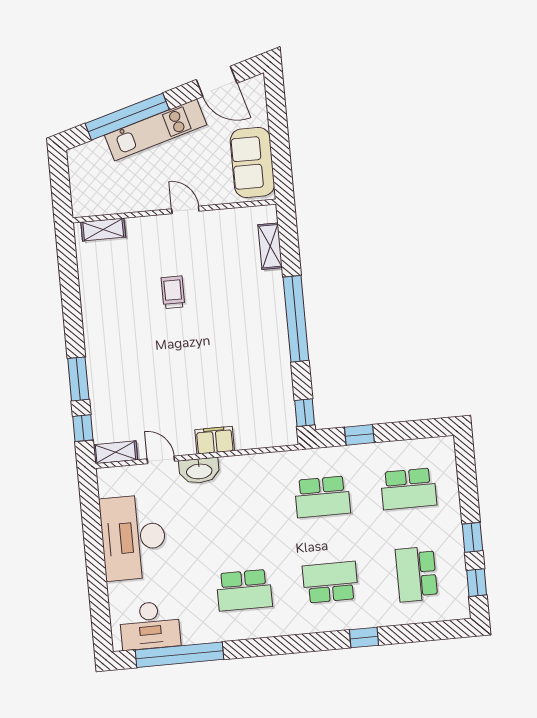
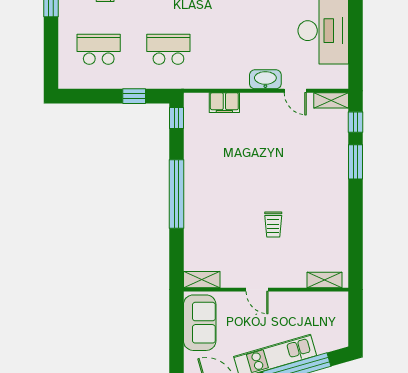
shelving: (270, 246) -> (202, 280), moved, turned 90
filing cabinet: (215, 440) -> (224, 103), moved

